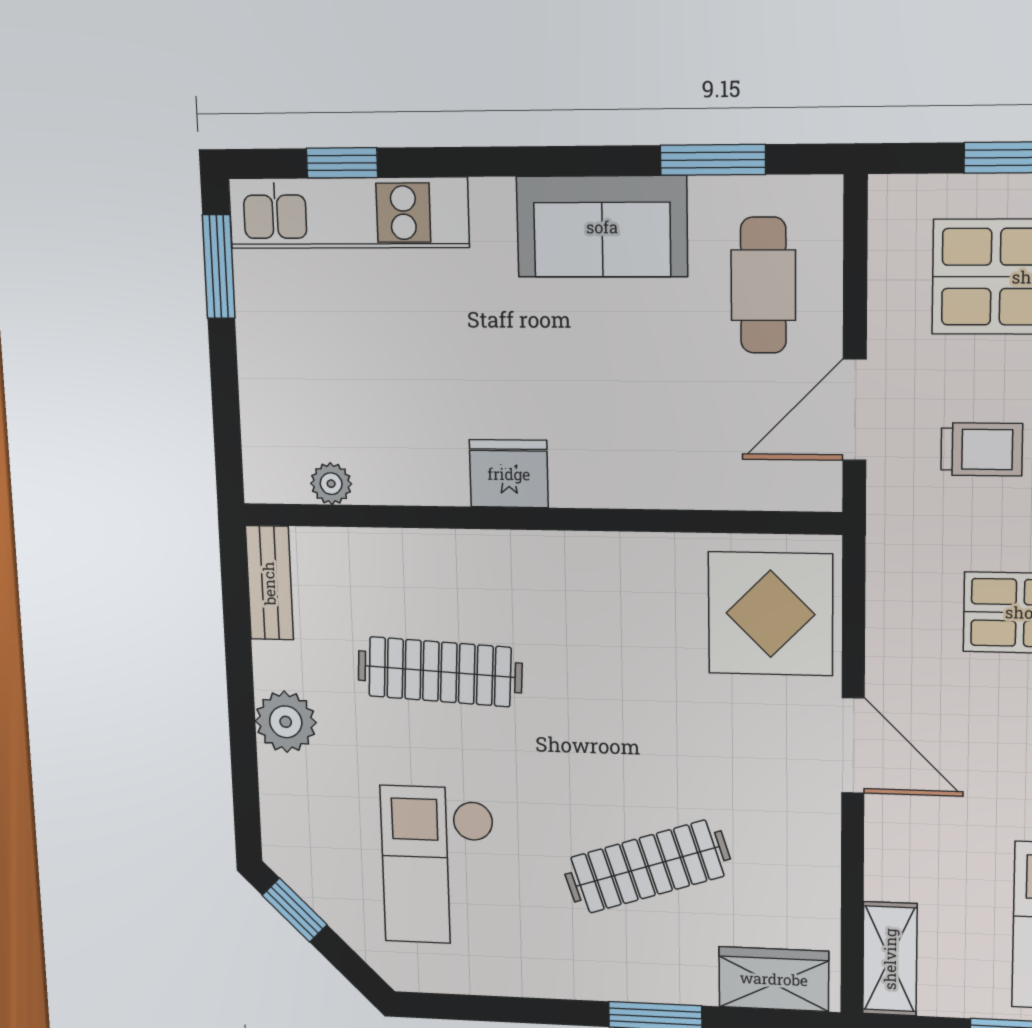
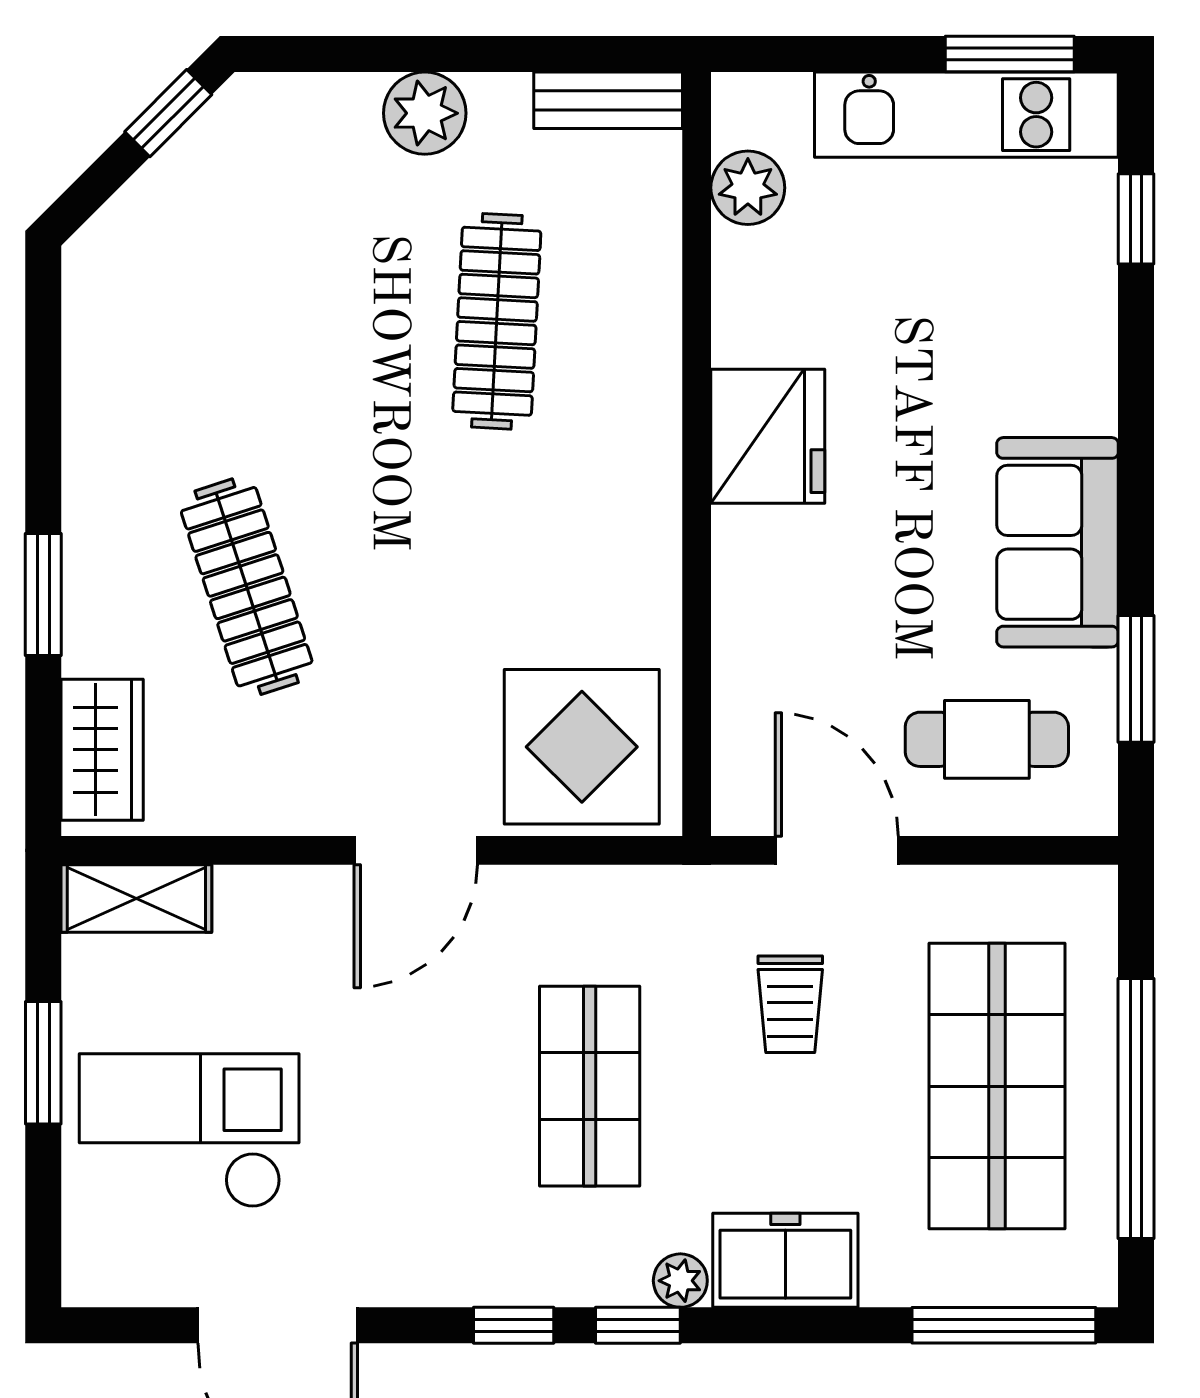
kitchen unit: (348, 213) -> (966, 115), moved, turned -90
fridge: (509, 474) -> (768, 436), width x1.36, depth x1.34
plant: (331, 484) -> (748, 188), width x1.38, depth x1.38
checkout: (439, 865) -> (238, 311), removed

